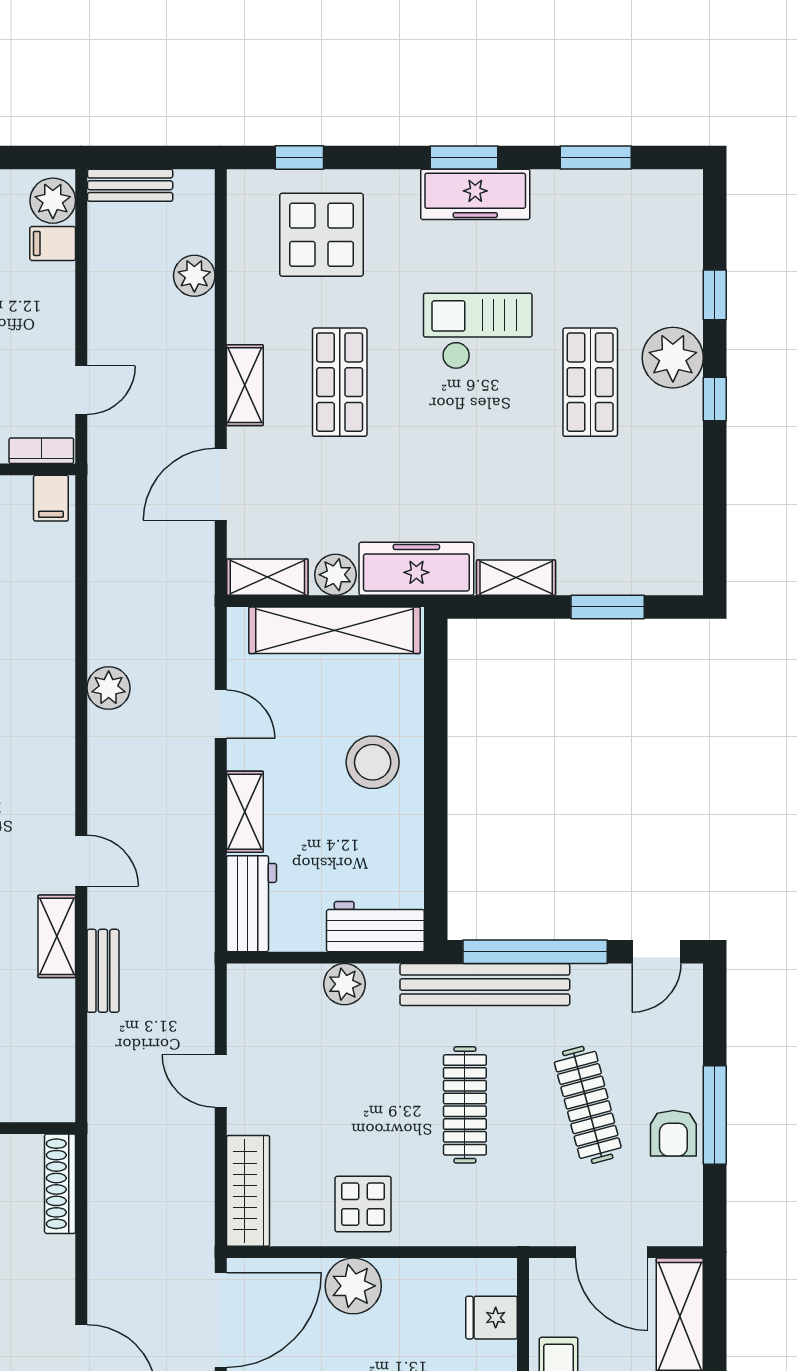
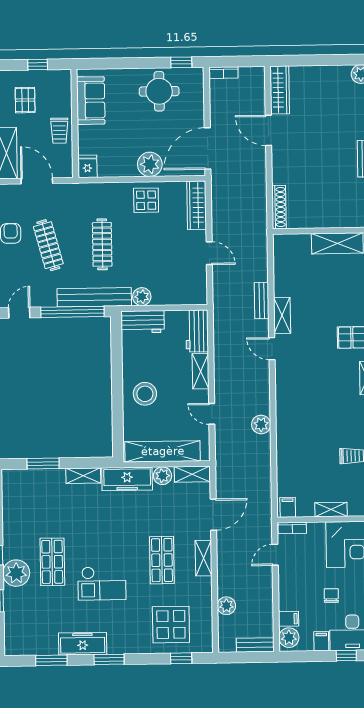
freezer: (475, 194) -> (83, 644), moved
plant: (344, 984) -> (142, 297), moved
fridge: (492, 1318) -> (87, 166), moved, turned -90

